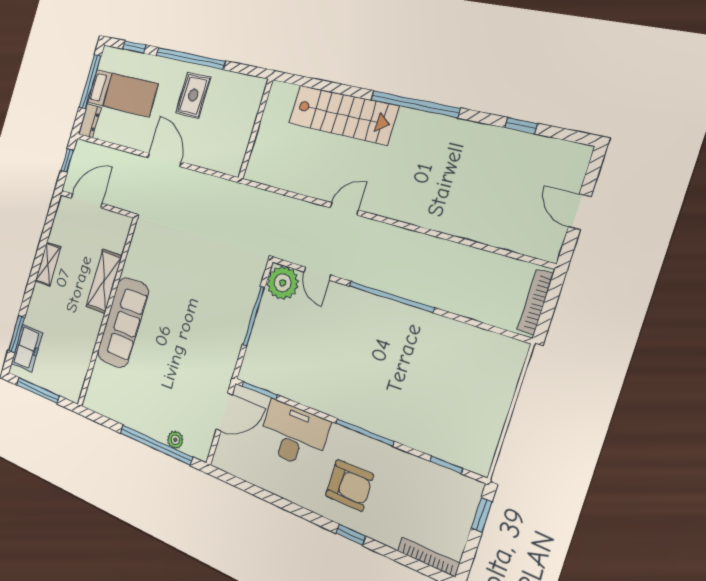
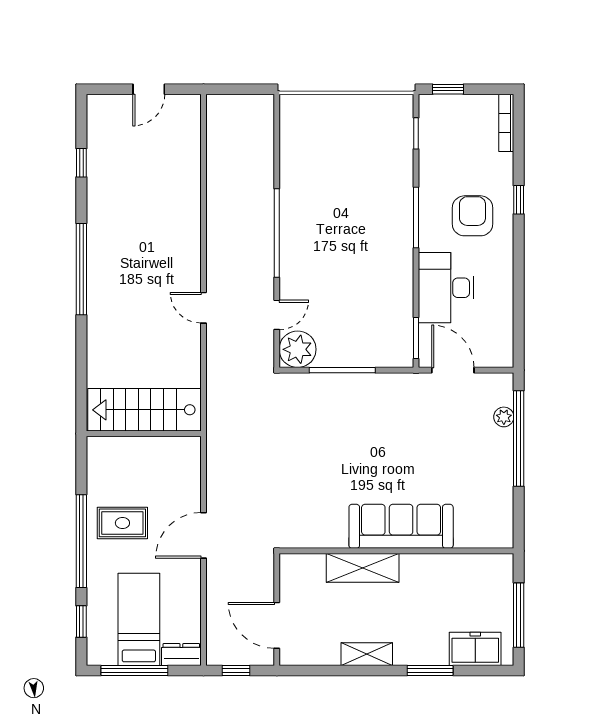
stairs: (343, 115) -> (144, 410), moved, turned -90
bookcase: (535, 302) -> (241, 102), removed
window: (16, 334) -> (430, 671), moved

